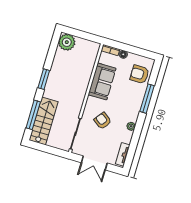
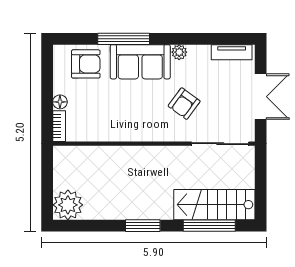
armchair: (140, 74) -> (86, 64), turned -90
sofa: (102, 81) -> (140, 62), moved, turned 180

